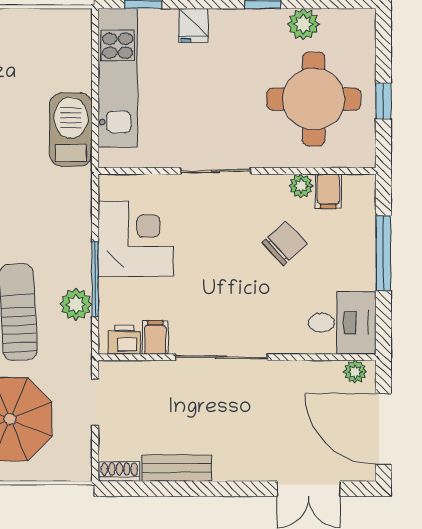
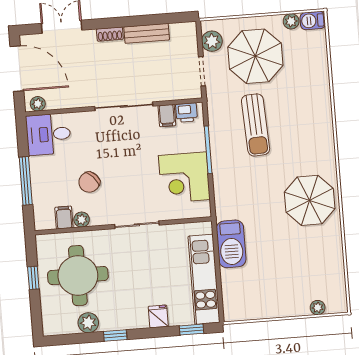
plant: (76, 304) -> (212, 41), moved
shoe rack: (119, 472) -> (110, 34), moved

